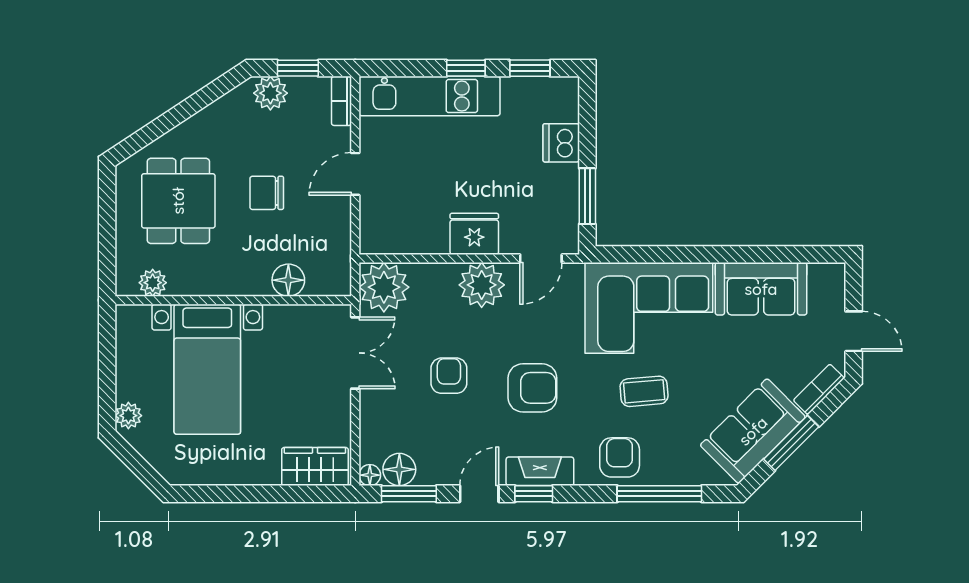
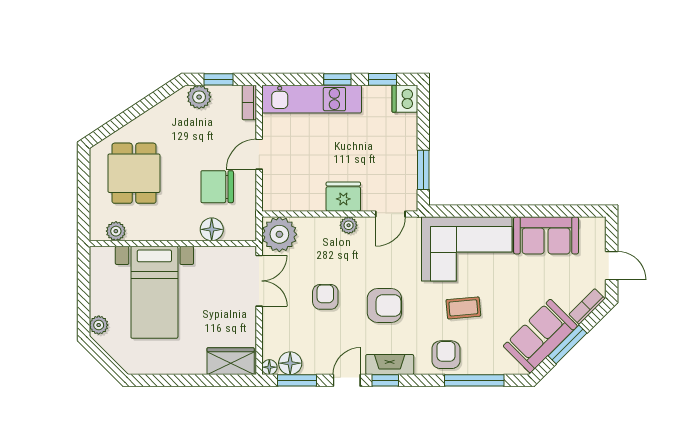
dishwasher: (561, 143) -> (405, 99), moved
chair: (267, 193) -> (217, 187), moved, width x1.37, depth x1.37
plant: (482, 285) -> (349, 225), width x0.53, depth x0.53

